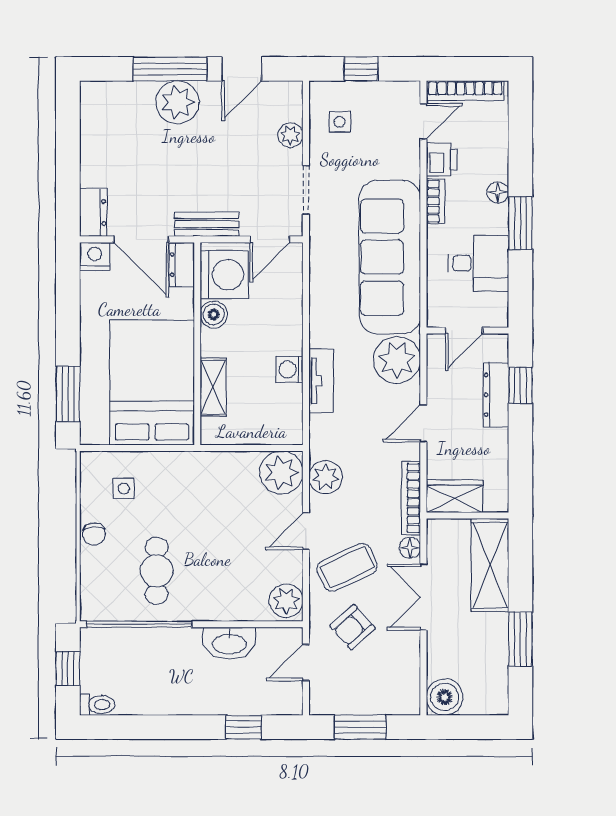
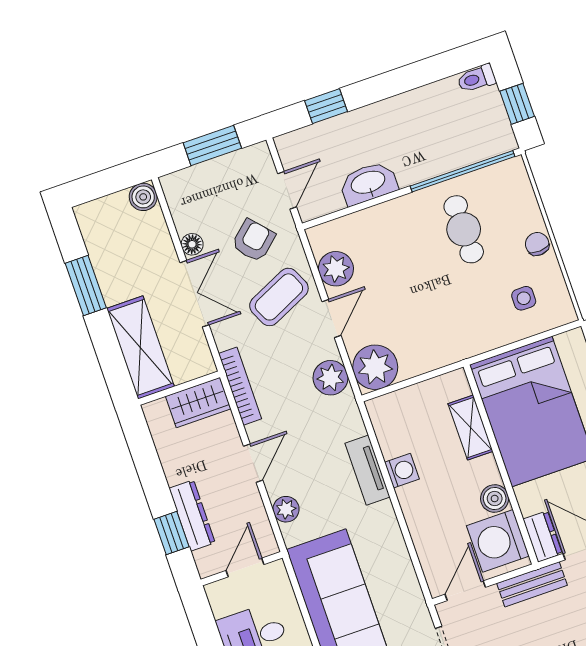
plant: (397, 360) -> (286, 509), width x0.53, depth x0.53
floor lamp: (410, 548) -> (192, 244), moved
plant: (286, 601) -> (336, 269), moved
boiler: (445, 697) -> (143, 197), width x0.73, depth x0.73

